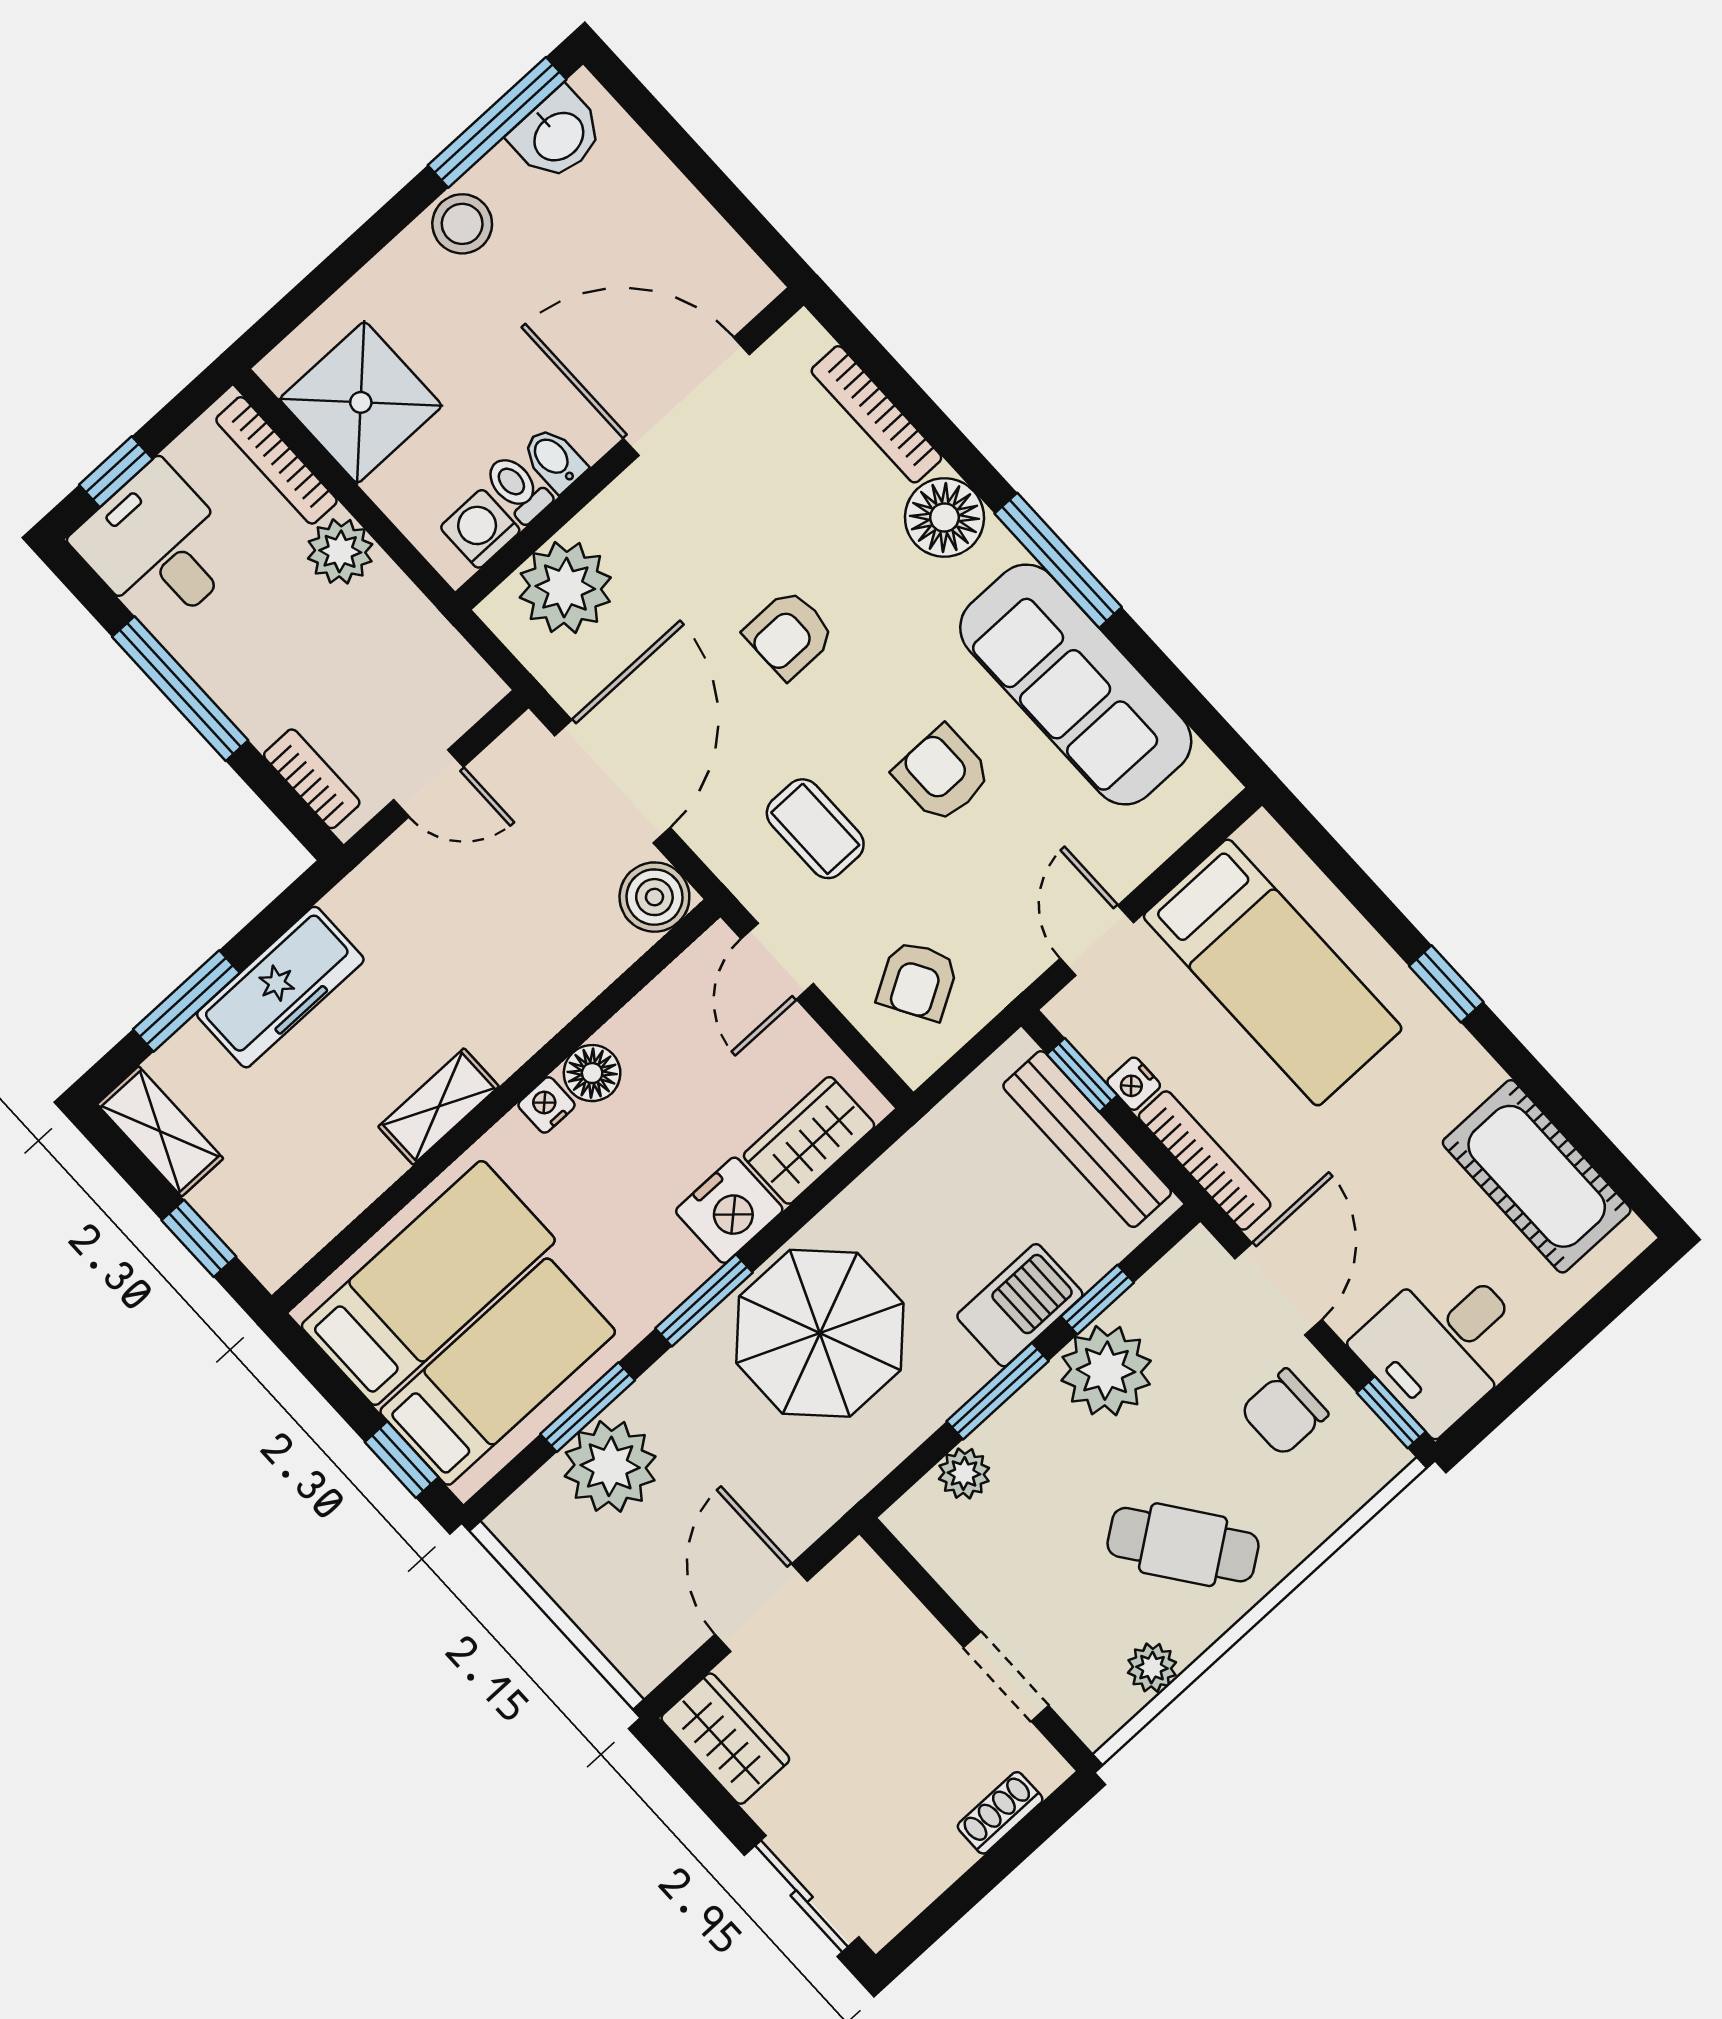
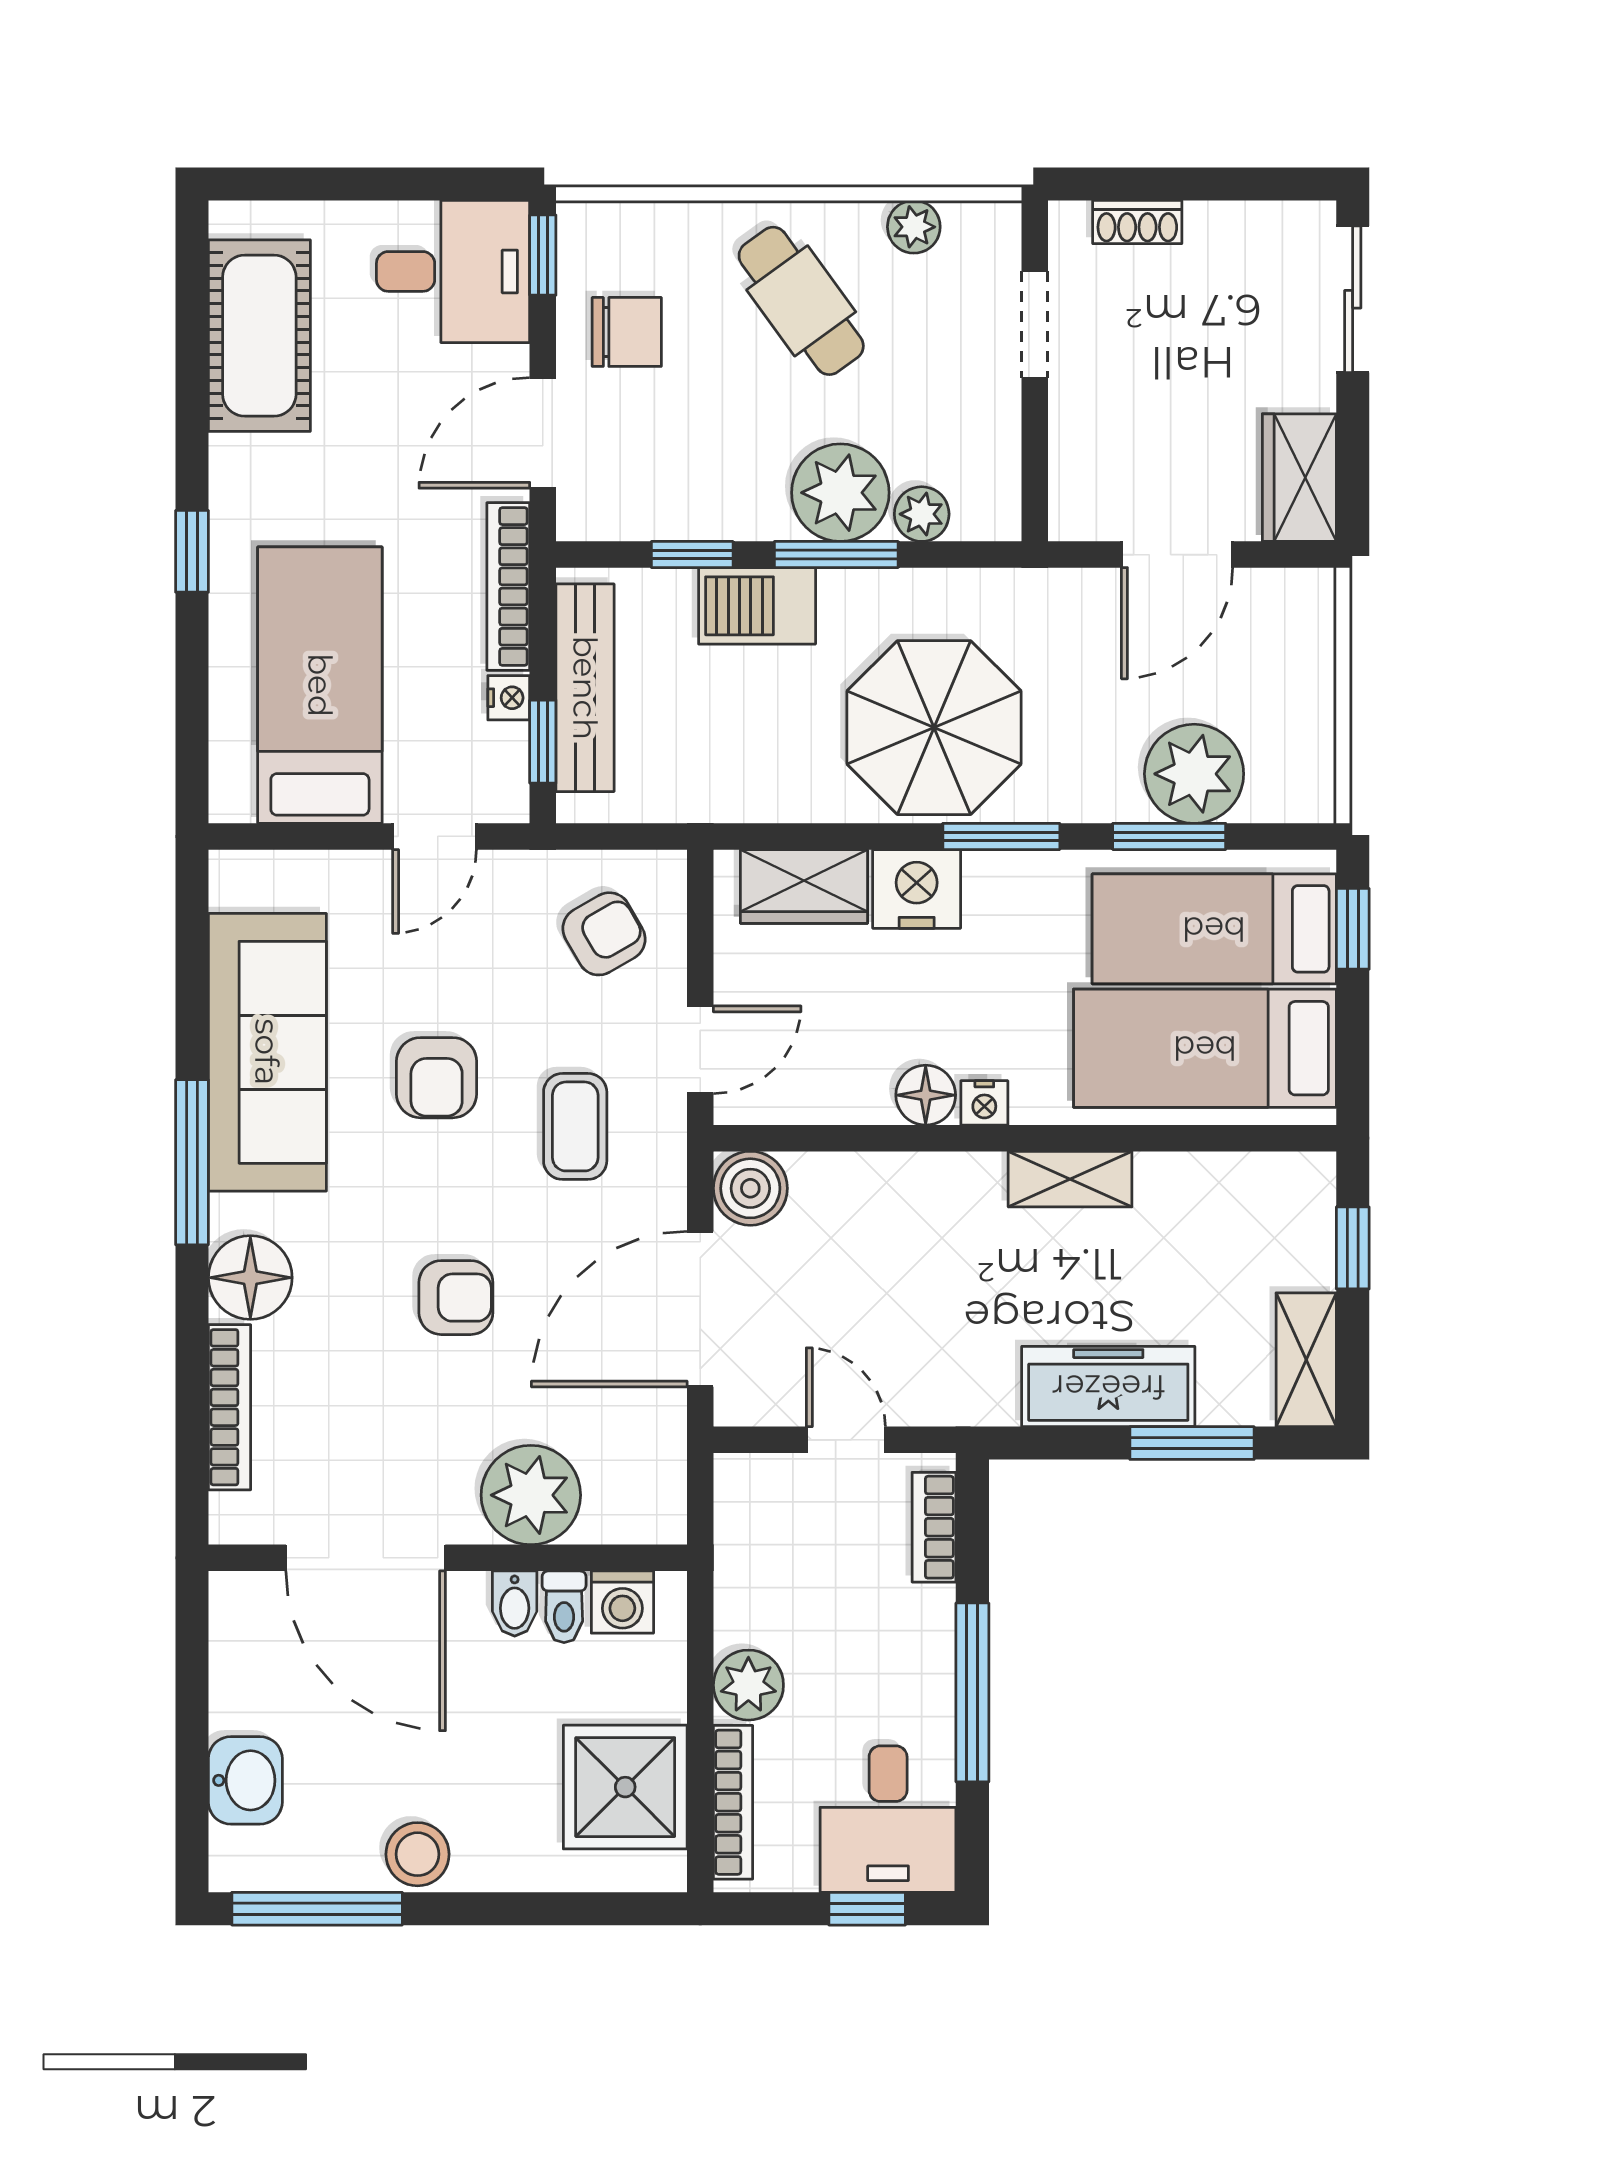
washbasin: (557, 135) -> (245, 1780), moved, turned 90
plant: (565, 587) -> (531, 1495), moved
plant: (1106, 1371) -> (840, 493), moved

